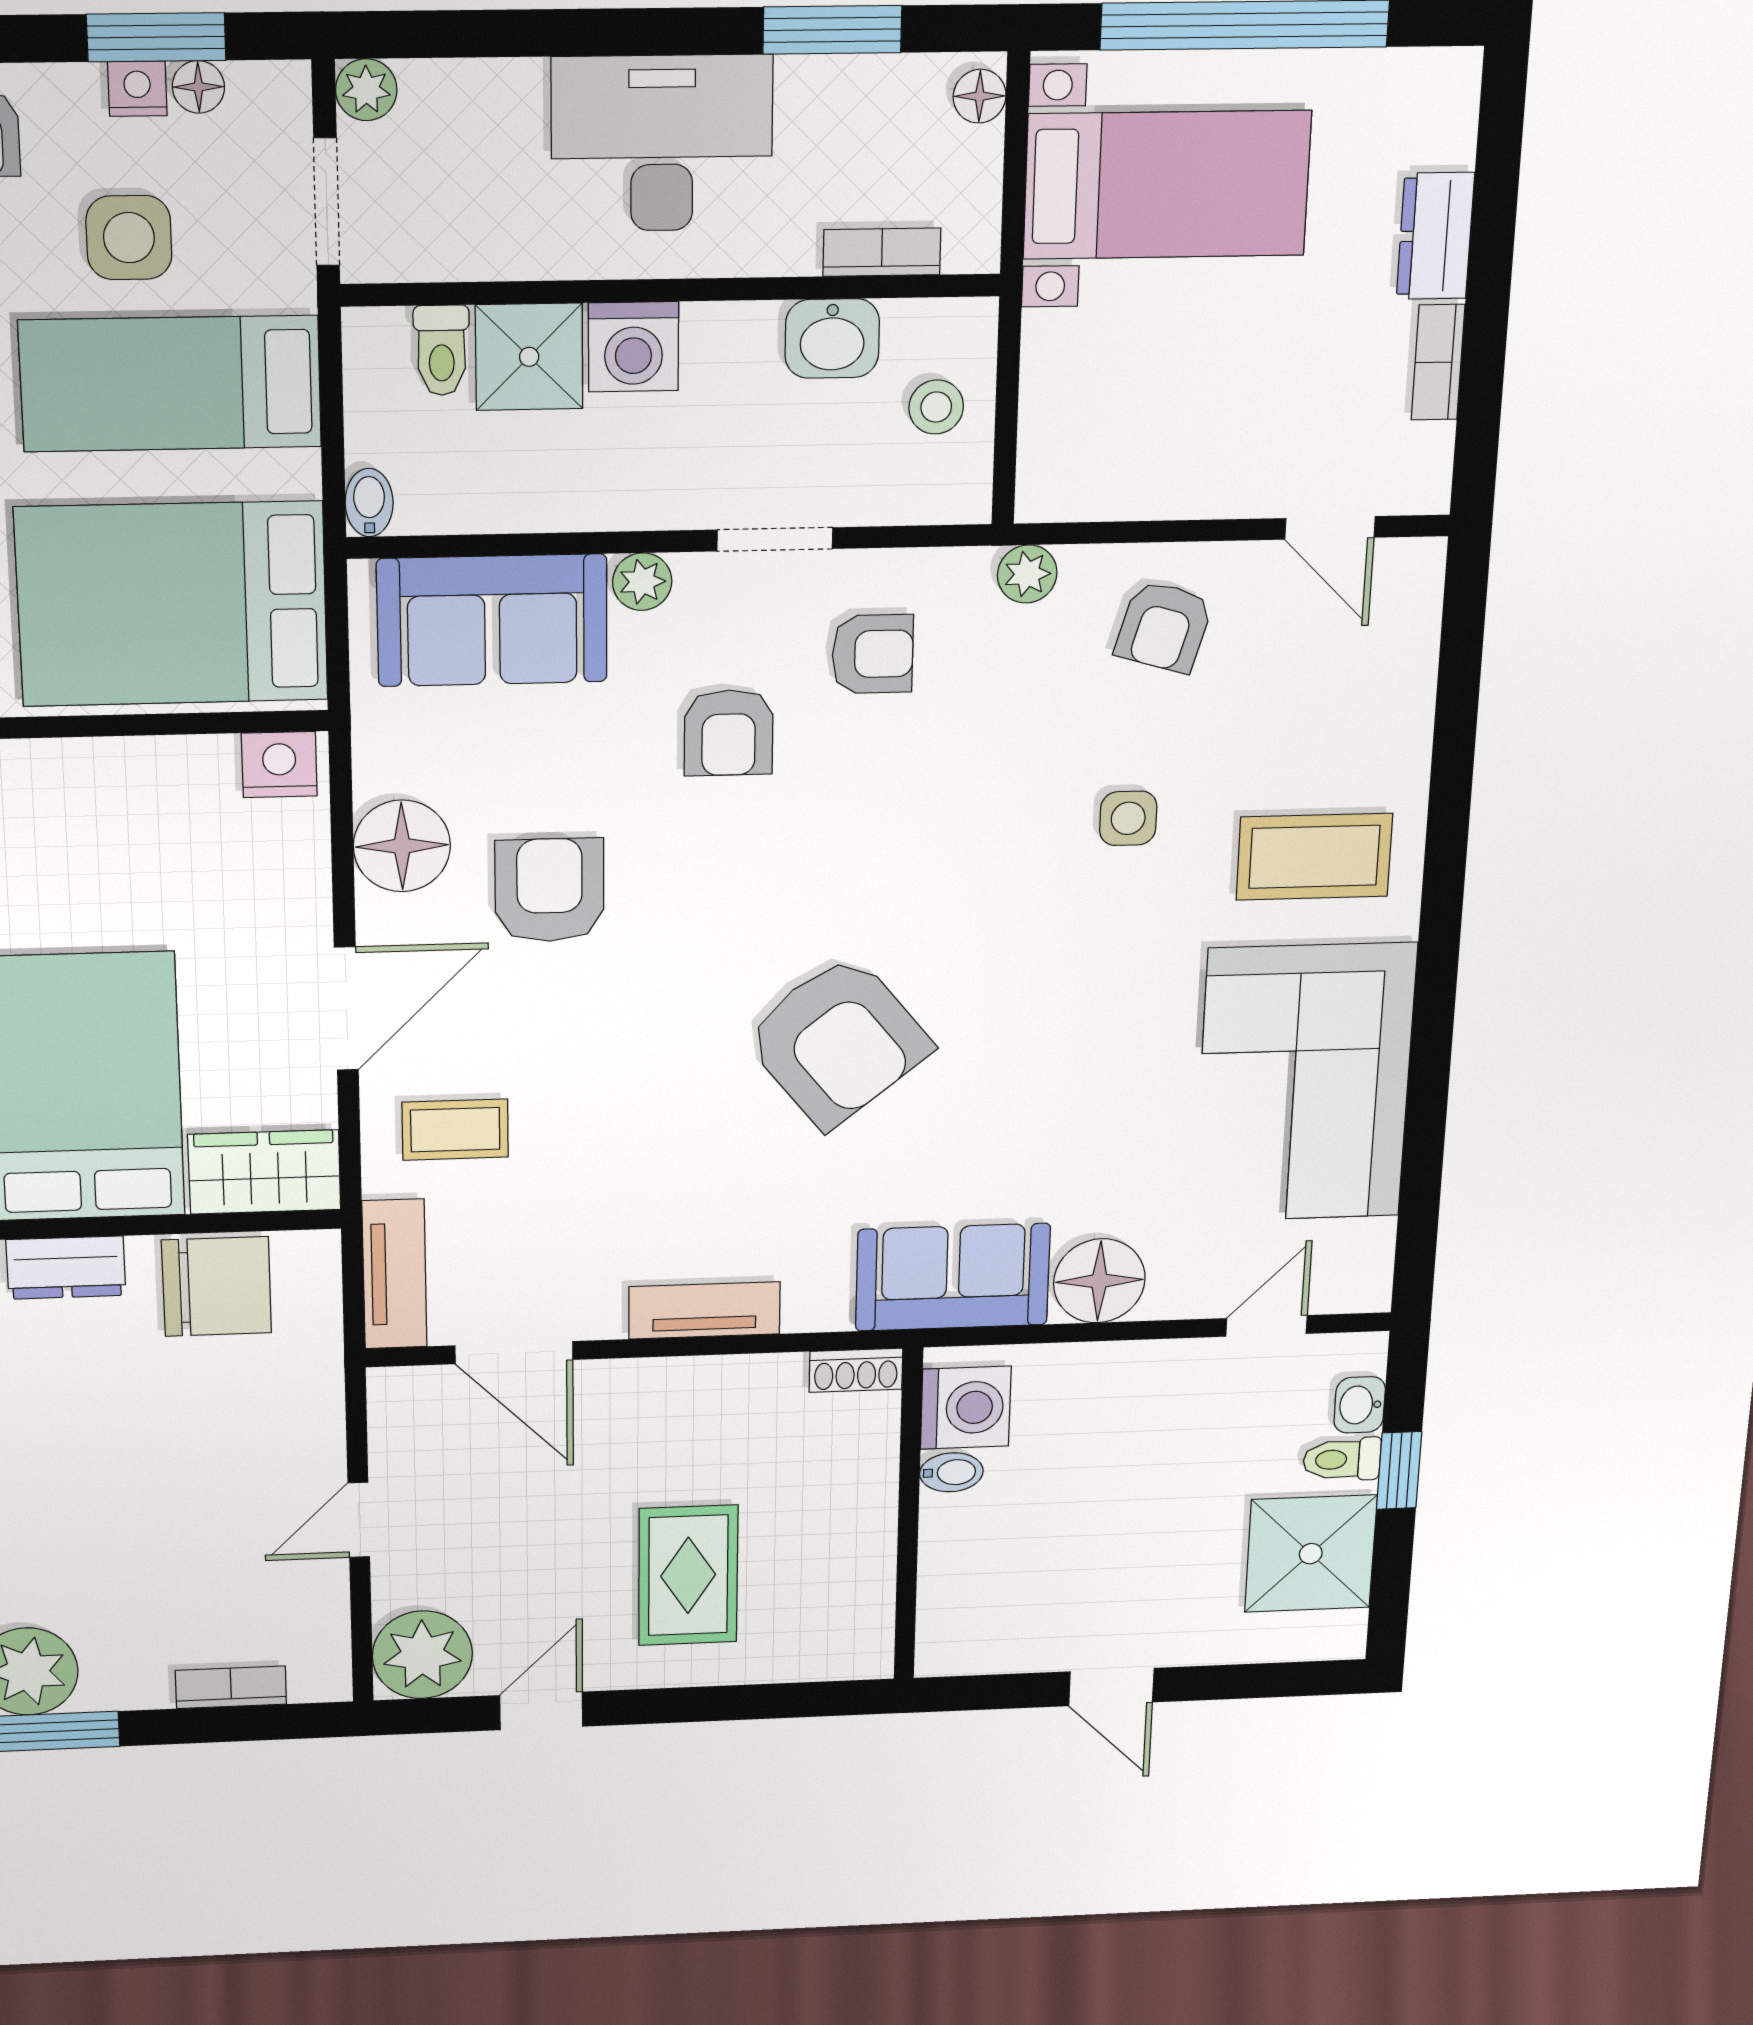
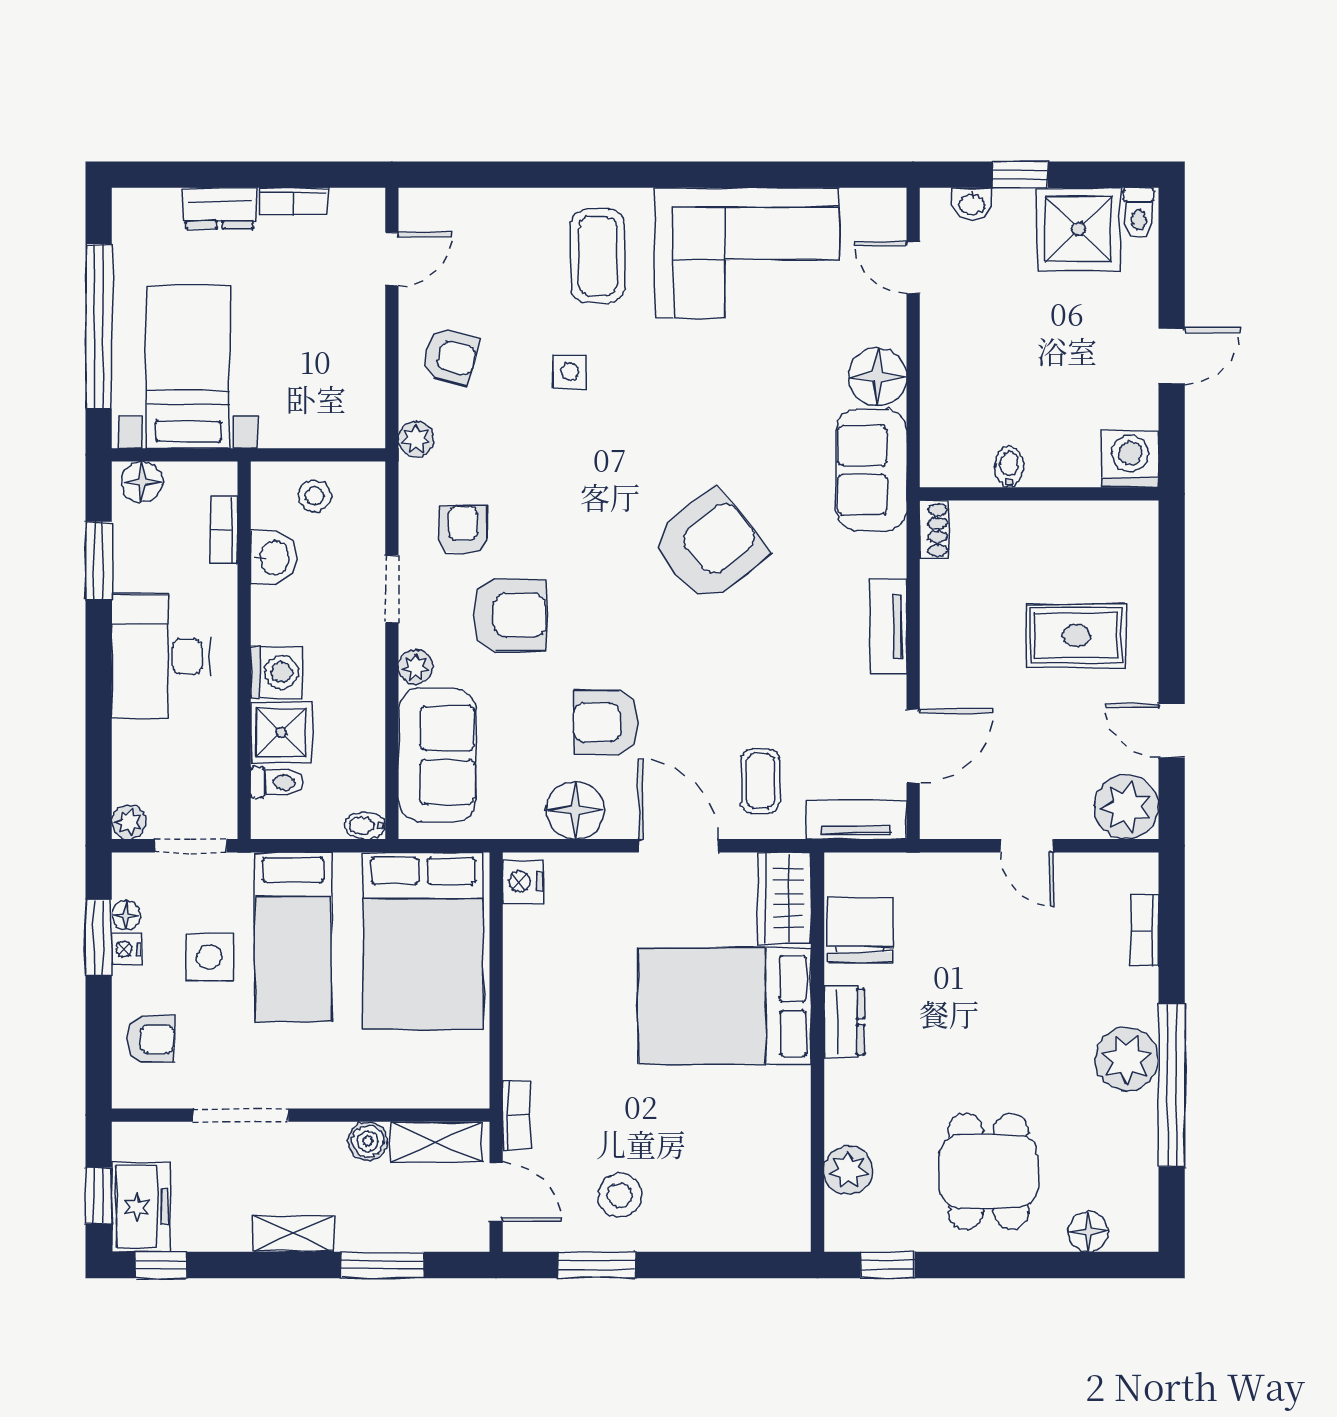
floor lamp: (980, 96) -> (142, 482), width x1.37, depth x1.37
armchair: (729, 733) -> (510, 615), width x1.38, depth x1.38
washing machine: (966, 1408) -> (1130, 459), moved
toilet: (1342, 1459) -> (1139, 213), moved

